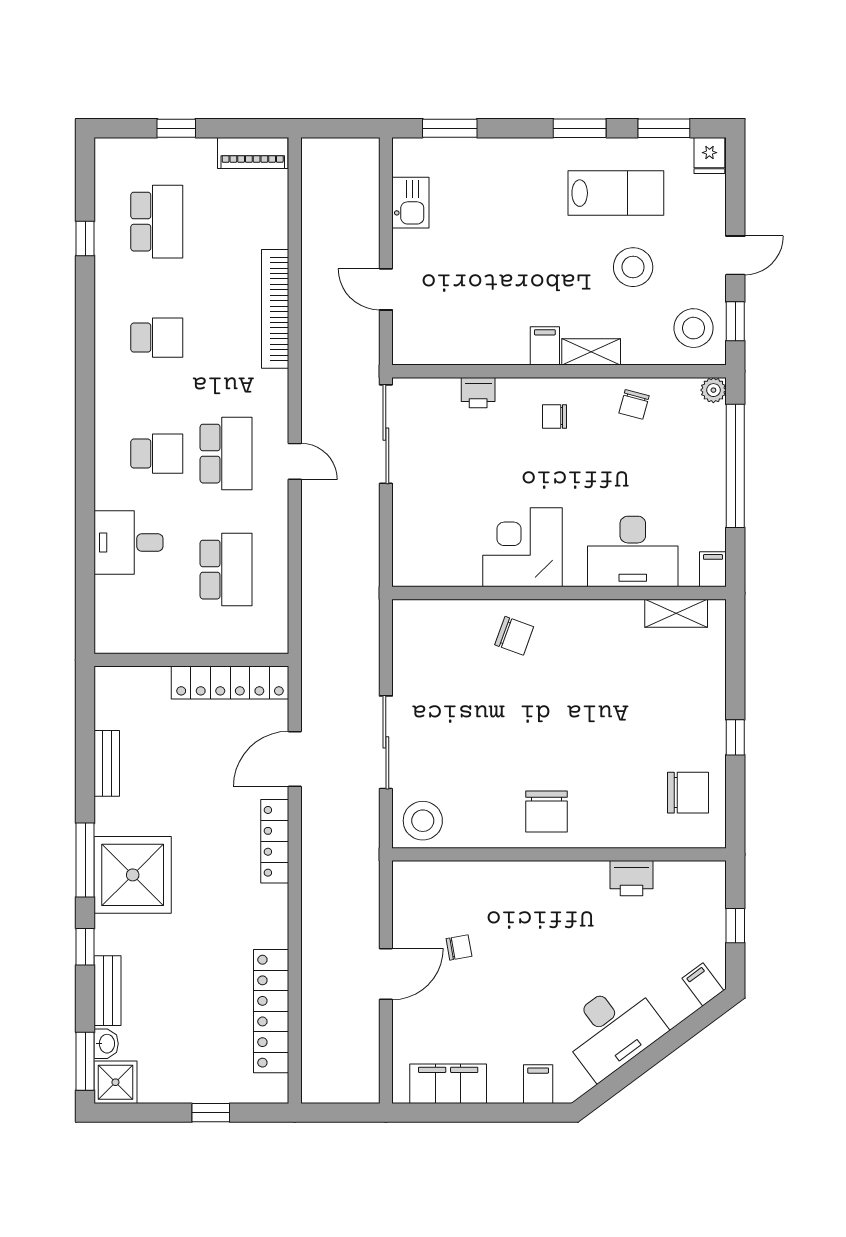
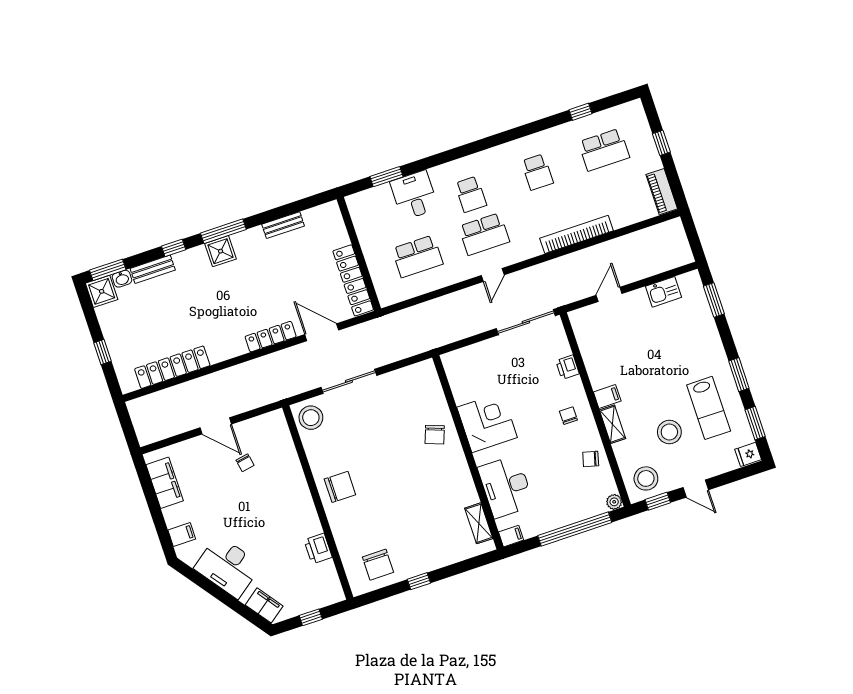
window: (85, 576) -> (387, 177), added
chair: (546, 812) -> (340, 487), turned 180
shower: (133, 875) -> (221, 251), width x0.54, depth x0.54
filing cabinet: (703, 984) -> (264, 605), width x2.00

